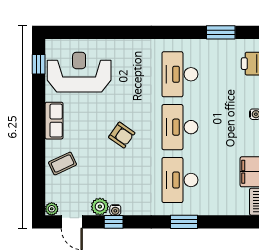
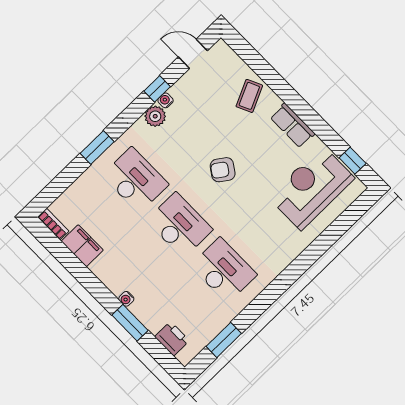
reception desk: (79, 72) -> (312, 188), turned 180
plant: (100, 207) -> (155, 116), moved
plant: (52, 209) -> (221, 48), removed

